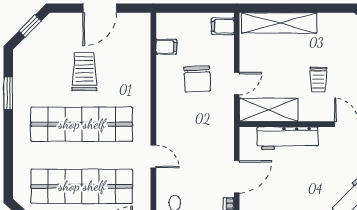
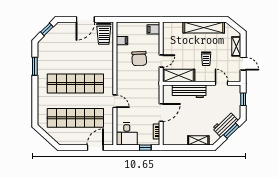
shelving: (279, 23) -> (204, 28), moved
trolley: (84, 72) -> (104, 34), moved, turned 180

